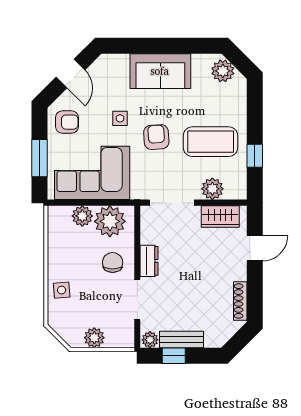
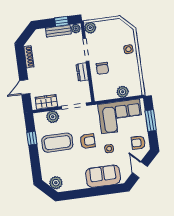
sofa: (160, 71) -> (103, 176), moved
armchair: (156, 137) -> (88, 141), turned -86
plant: (110, 221) -> (107, 91), removed
plant: (94, 338) -> (90, 28), moved

